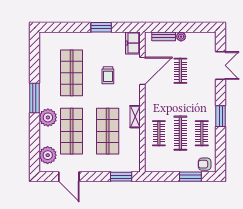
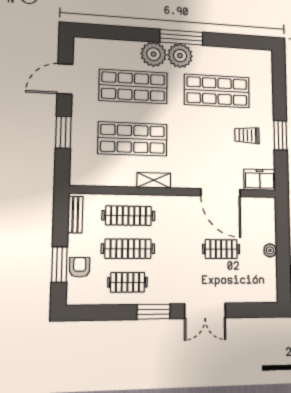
bench: (164, 36) -> (75, 215), moved
double door: (221, 65) -> (205, 311), moved
trolley: (108, 75) -> (247, 135), moved
clothes rail: (159, 133) -> (128, 216), width x1.36
plant: (48, 155) -> (180, 56), moved
armchair: (205, 164) -> (80, 267), moved
window: (121, 177) -> (63, 132), moved

